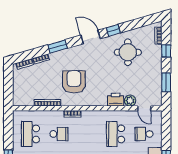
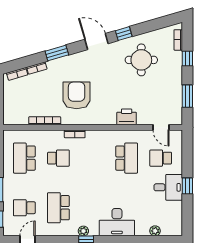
plant: (130, 101) -> (144, 118), removed
school desk: (116, 134) -> (127, 158), turned 180

